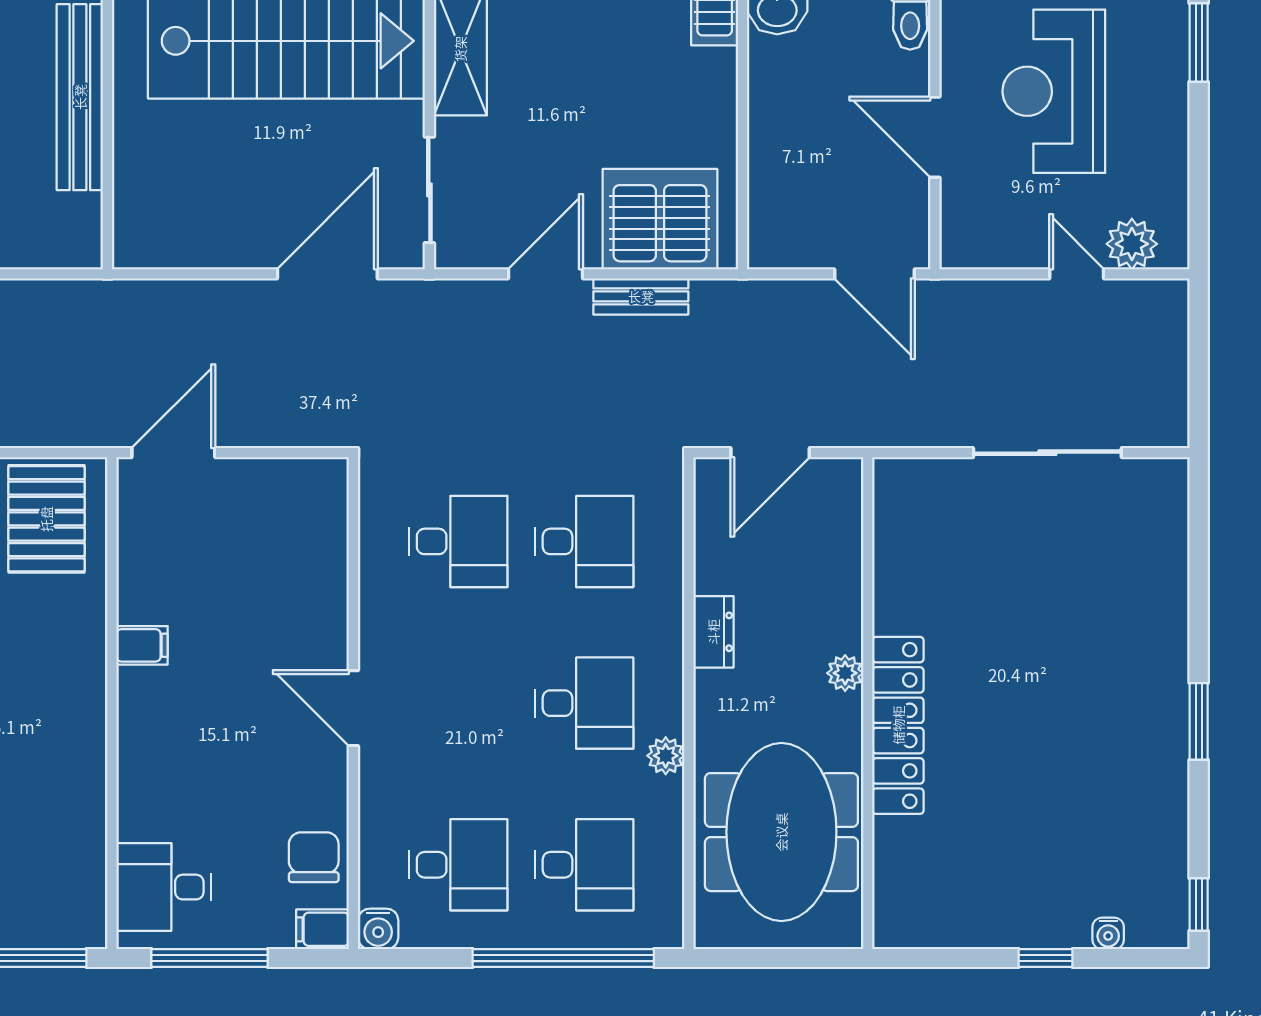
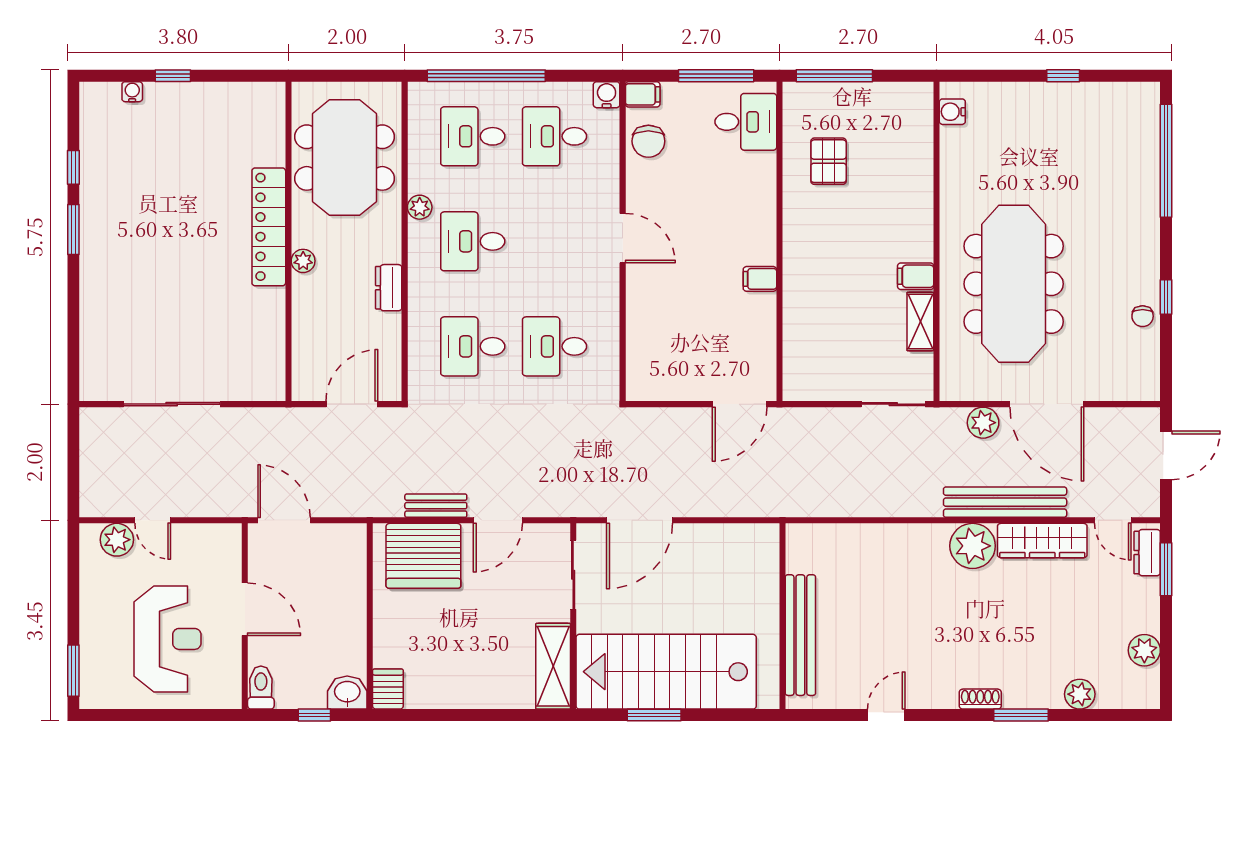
pallet: (46, 519) -> (829, 161), moved, width x0.67, depth x0.71
window: (1199, 905) -> (73, 167), moved

